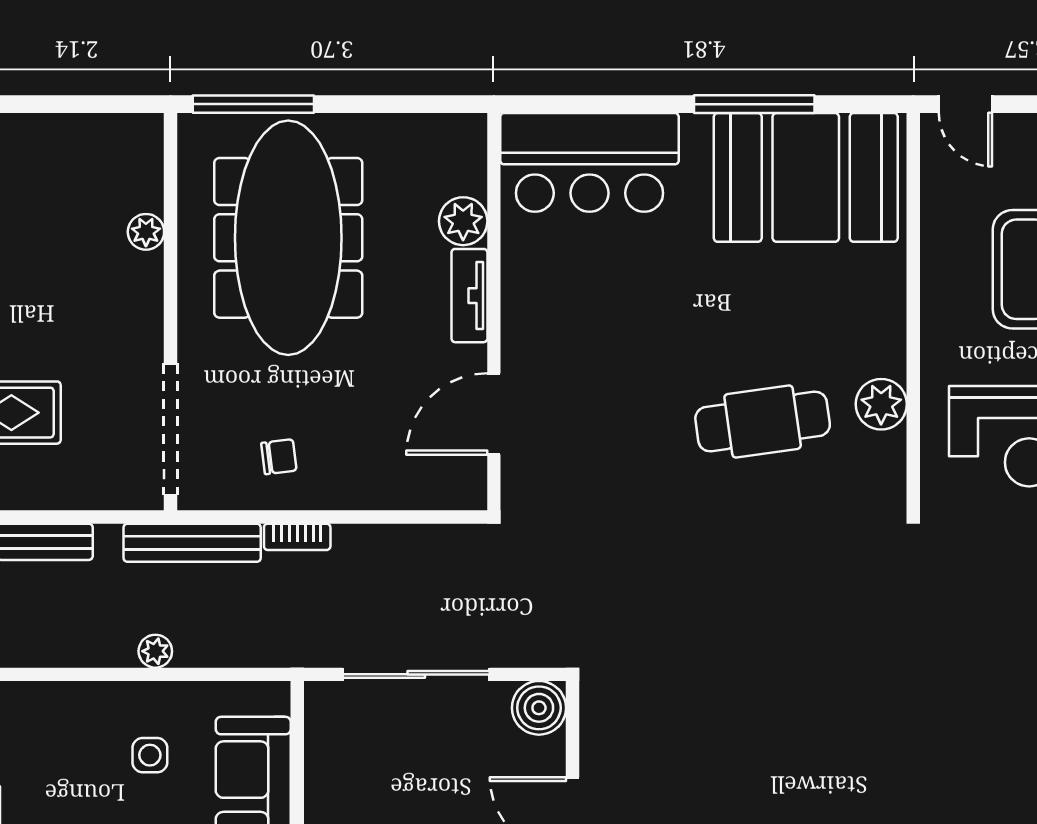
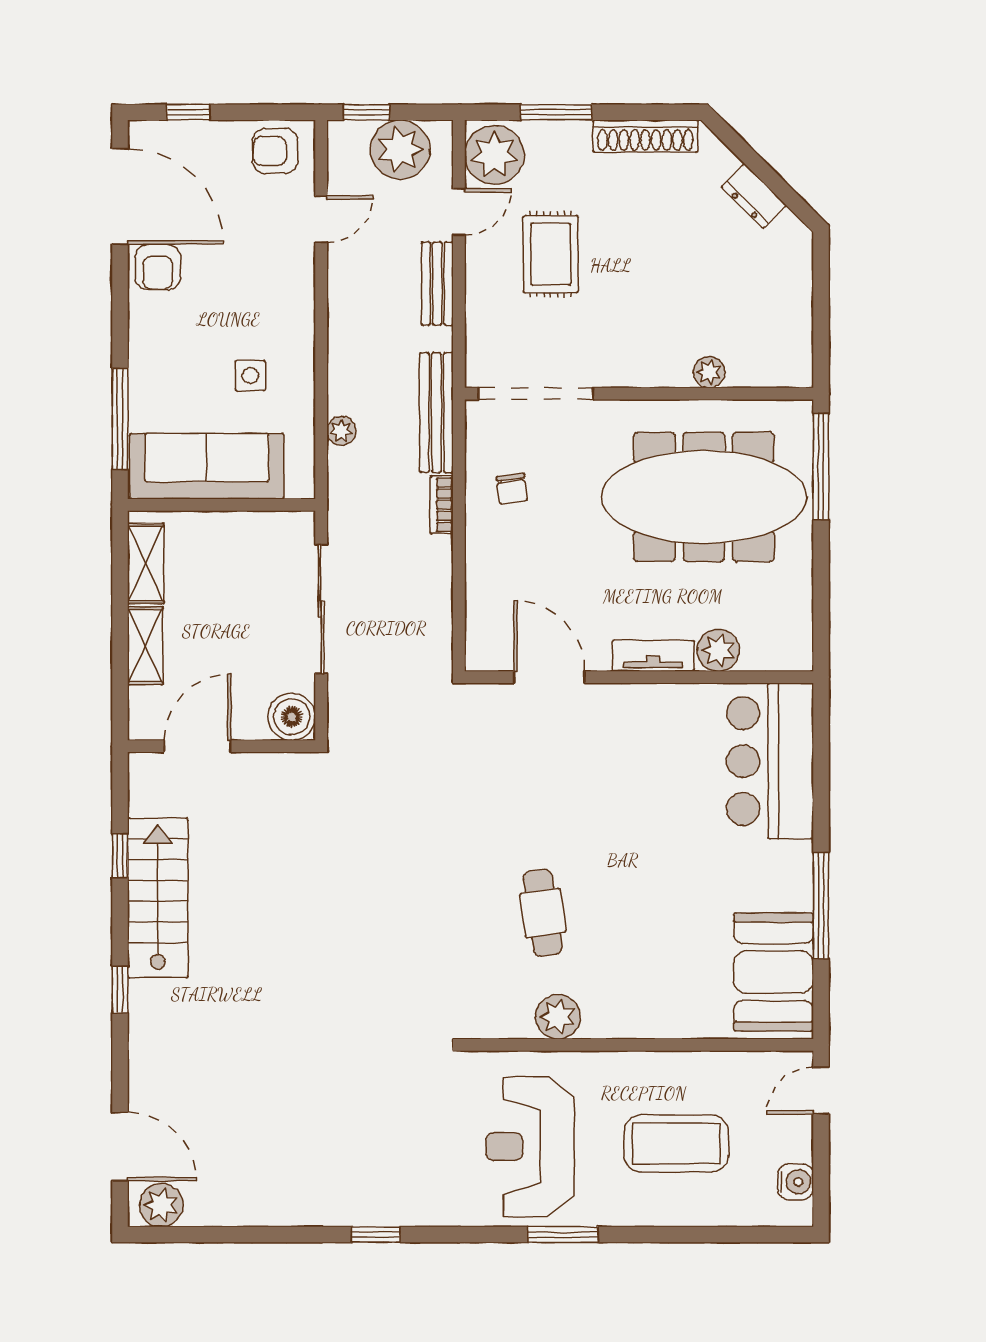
booth: (806, 177) -> (774, 972), width x0.73, depth x0.70
cafe table: (763, 421) -> (543, 913), width x0.73, depth x0.74
plant: (155, 651) -> (341, 431), moved

